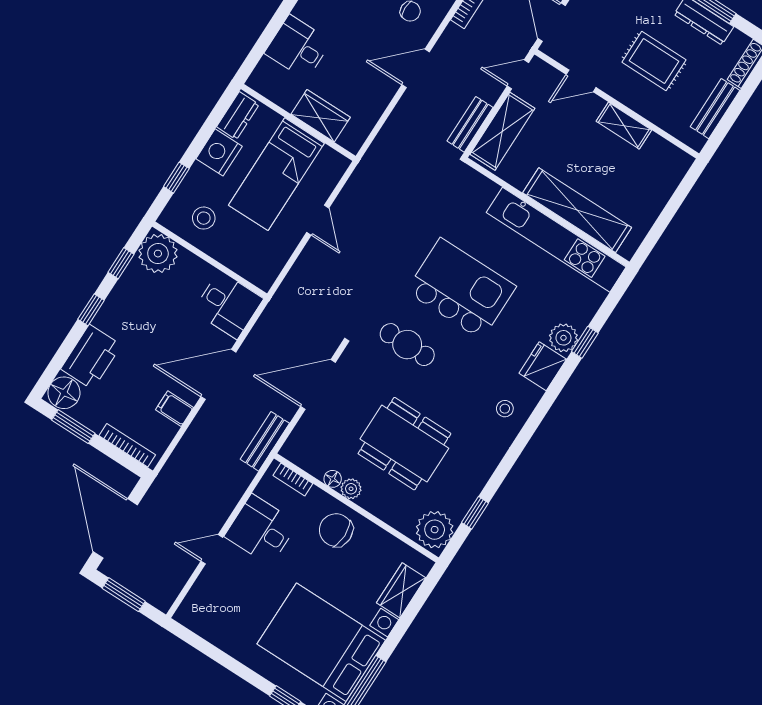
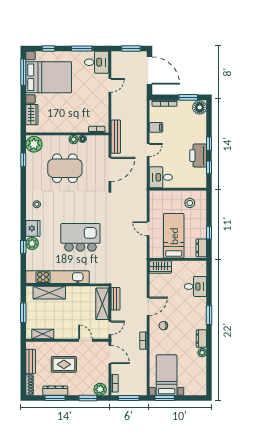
door: (581, 81) -> (85, 340), hinge flipped
wardrobe: (321, 116) -> (160, 267), moved
shelving: (624, 126) -> (43, 334), moved
nightstand: (219, 152) -> (199, 230), removed
window: (176, 178) -> (209, 233), moved
shelving: (577, 210) -> (49, 293), width x0.68
window: (668, 213) -> (23, 313), added
plant: (158, 254) -> (198, 180), removed
kitchen island: (461, 289) -> (80, 237), turned 180
cafe table: (407, 345) -> (87, 205), removed
printer: (91, 357) -> (198, 156), moved
door: (218, 374) -> (148, 150), width x0.53
bench: (265, 441) -> (116, 137), width x1.36
desk: (261, 530) -> (97, 62), moved
chair: (336, 530) -> (69, 121), removed
window: (220, 657) -> (82, 48), added

